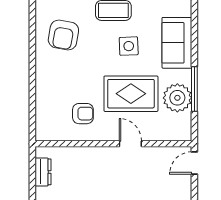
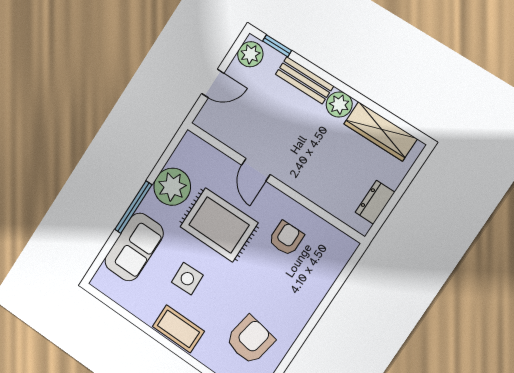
window: (194, 89) -> (133, 207), moved
armchair: (83, 114) -> (286, 238), turned 90
door: (194, 163) -> (213, 83), moved

